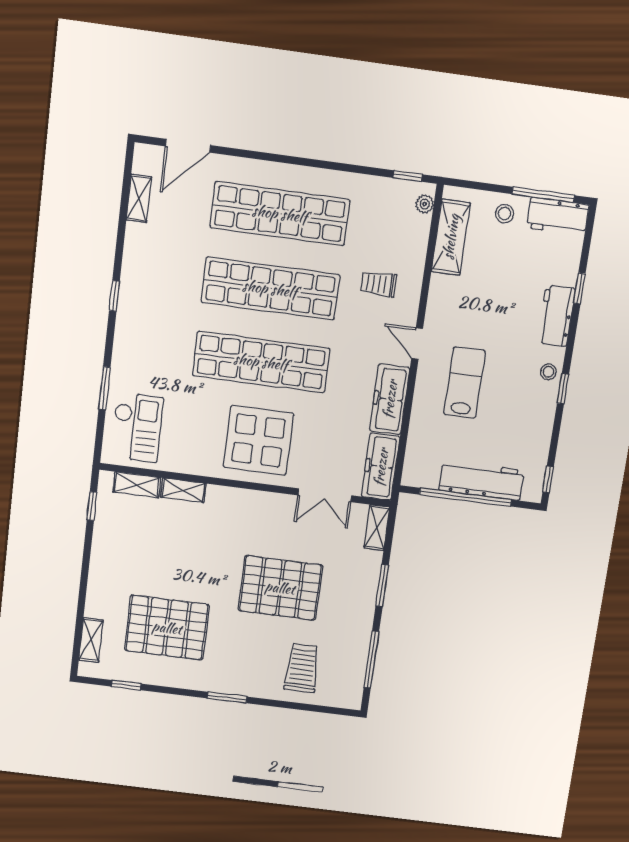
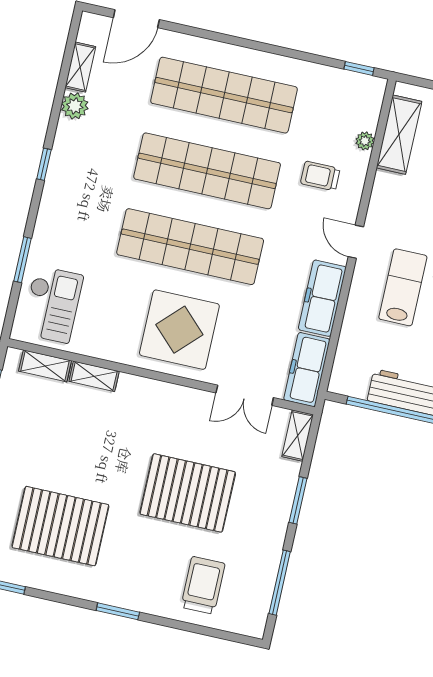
plant: (425, 204) -> (365, 141), moved
plant: (138, 237) -> (75, 106), added

